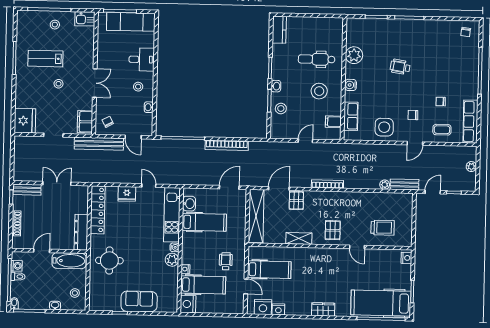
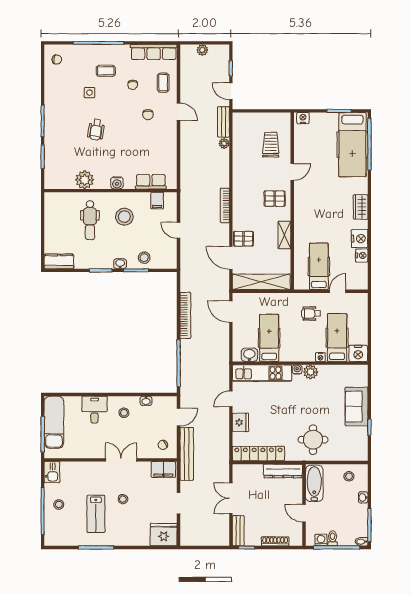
coffee table: (454, 77) -> (106, 71), added
side table: (384, 127) -> (89, 93), moved, width x0.54, depth x0.54
nightstand: (263, 307) -> (360, 239), moved

